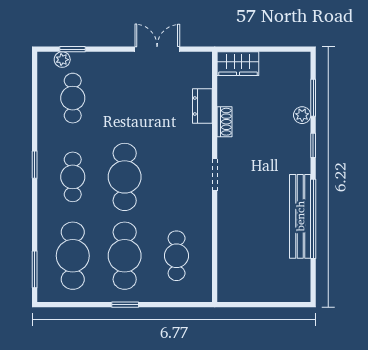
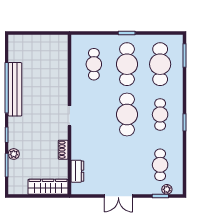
double door: (157, 49) -> (118, 196), moved
wardrobe: (238, 64) -> (48, 187), width x1.50
dresser: (202, 106) -> (77, 171), moved

